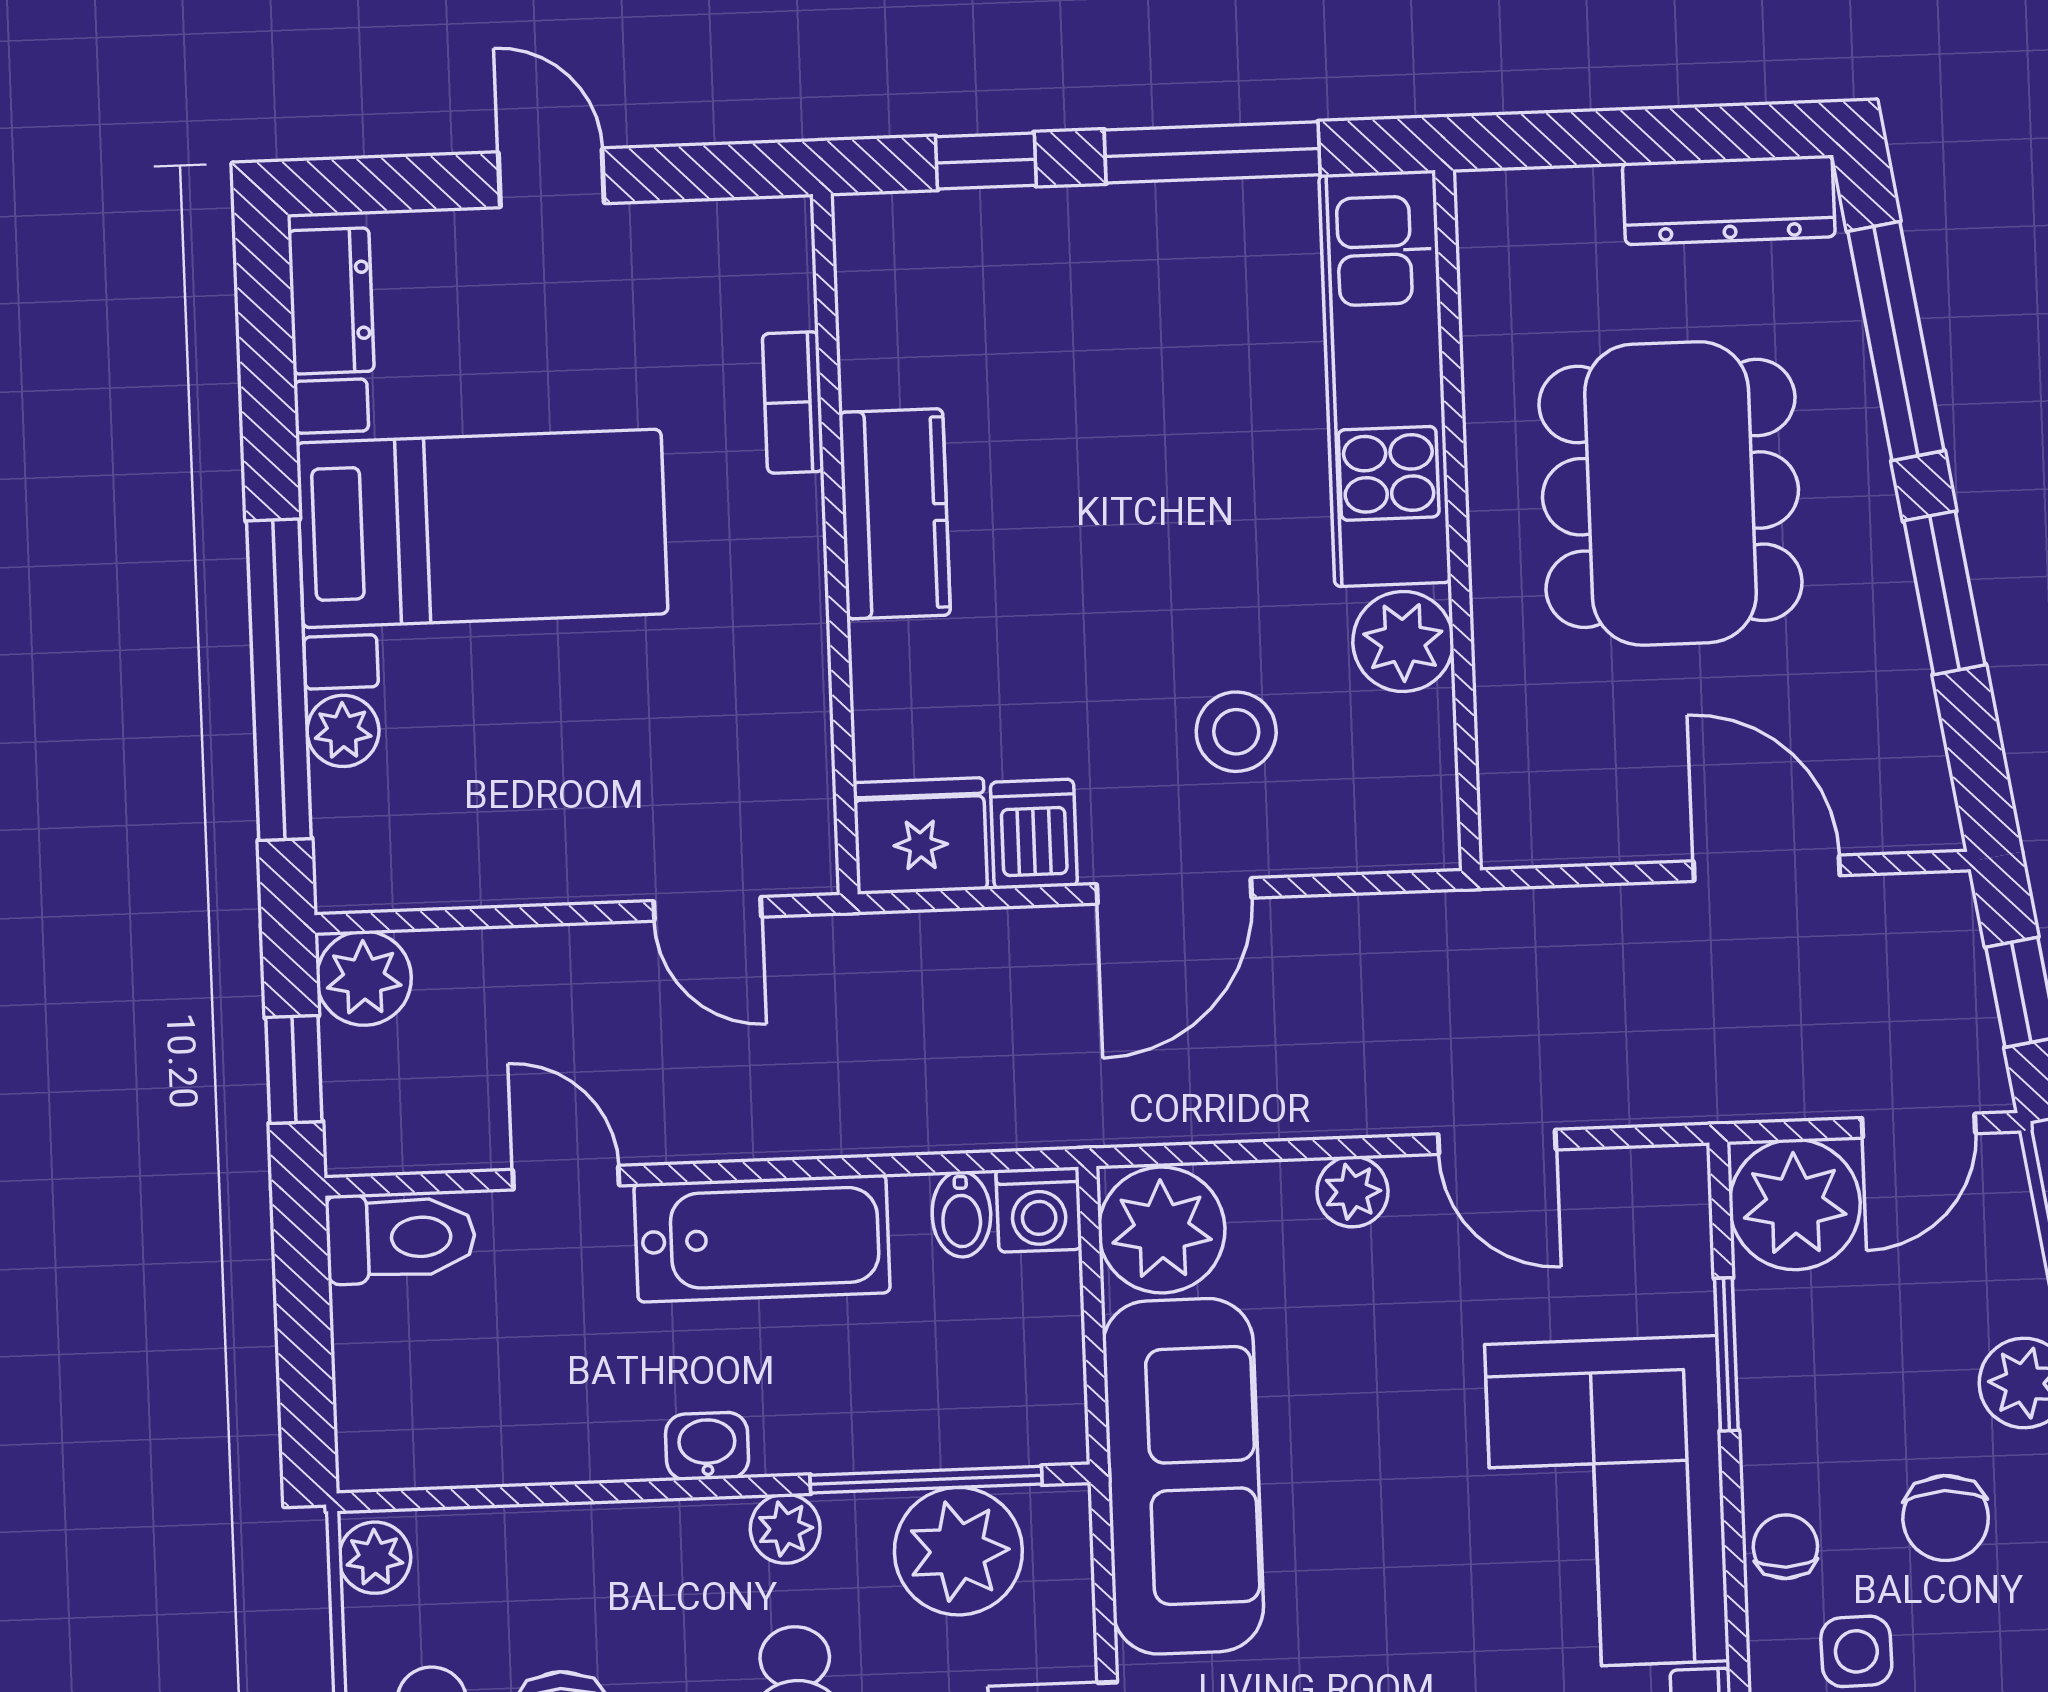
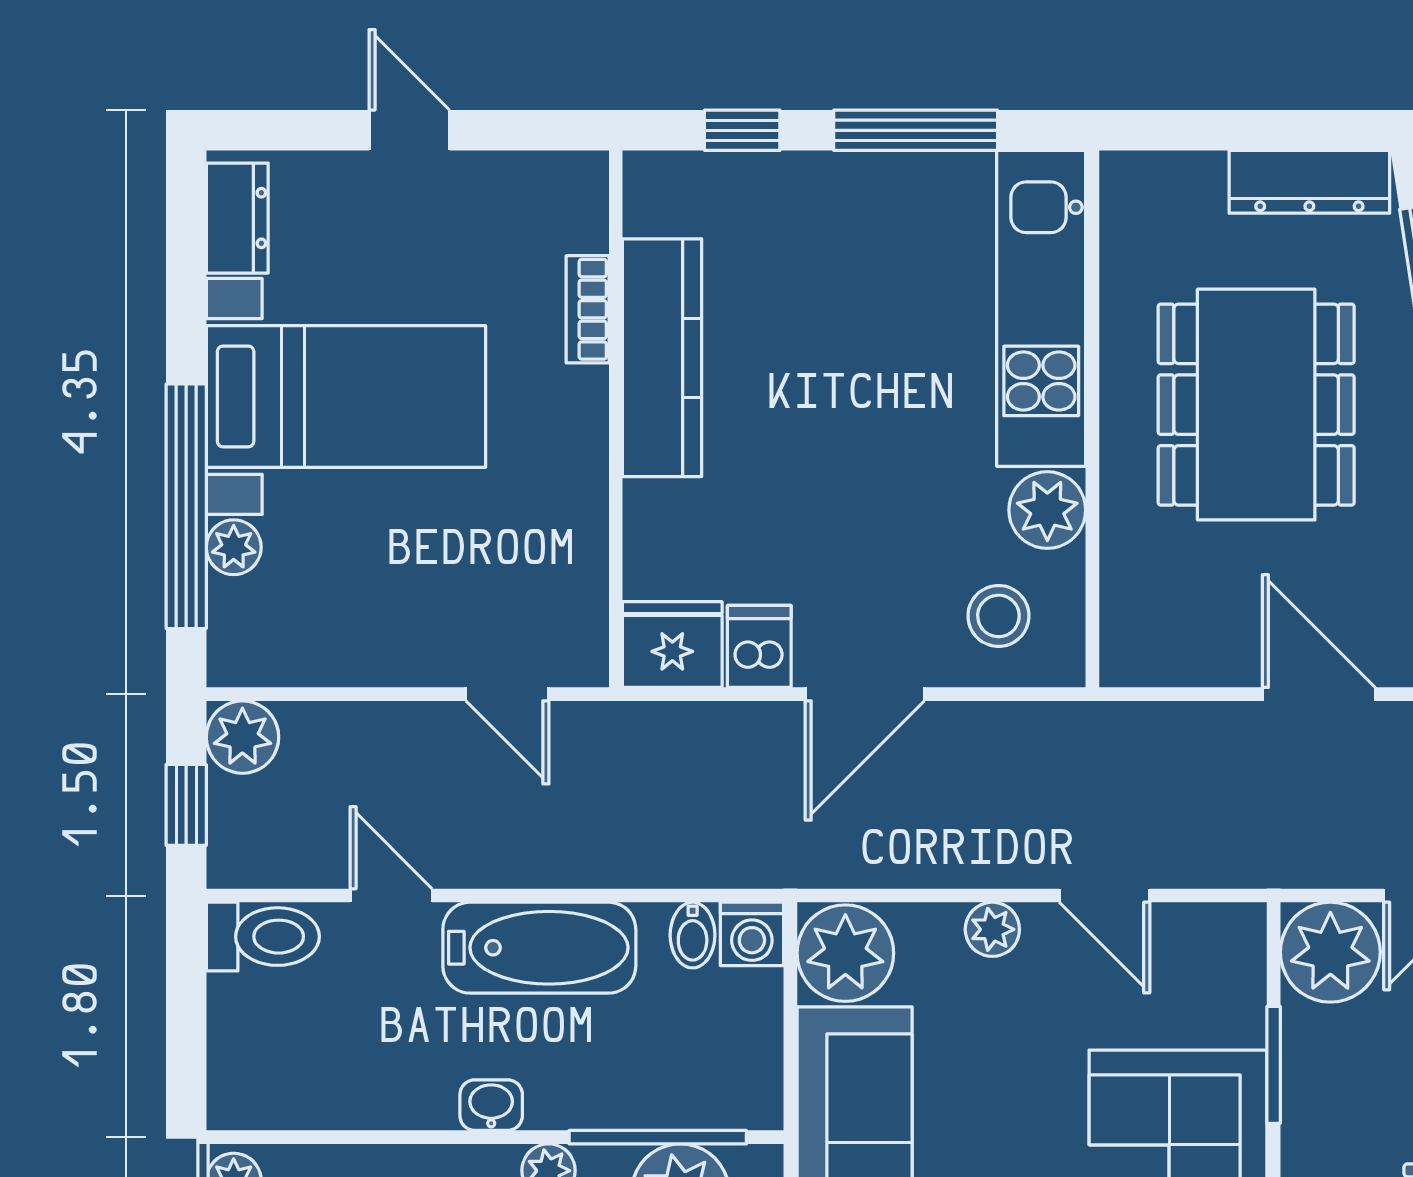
kitchen counter: (895, 514) -> (662, 358), width x1.50
stool: (1236, 732) -> (998, 616), moved

